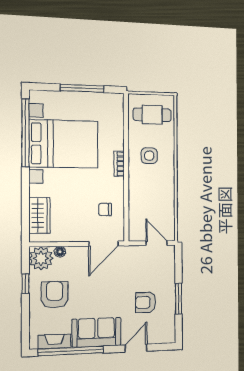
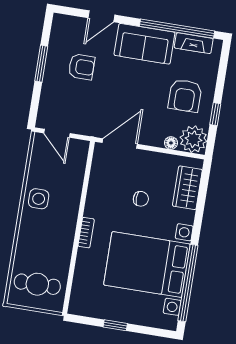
window: (82, 88) -> (115, 325), width x0.46
side table: (149, 156) -> (39, 199), moved
chair: (105, 209) -> (141, 199), moved

